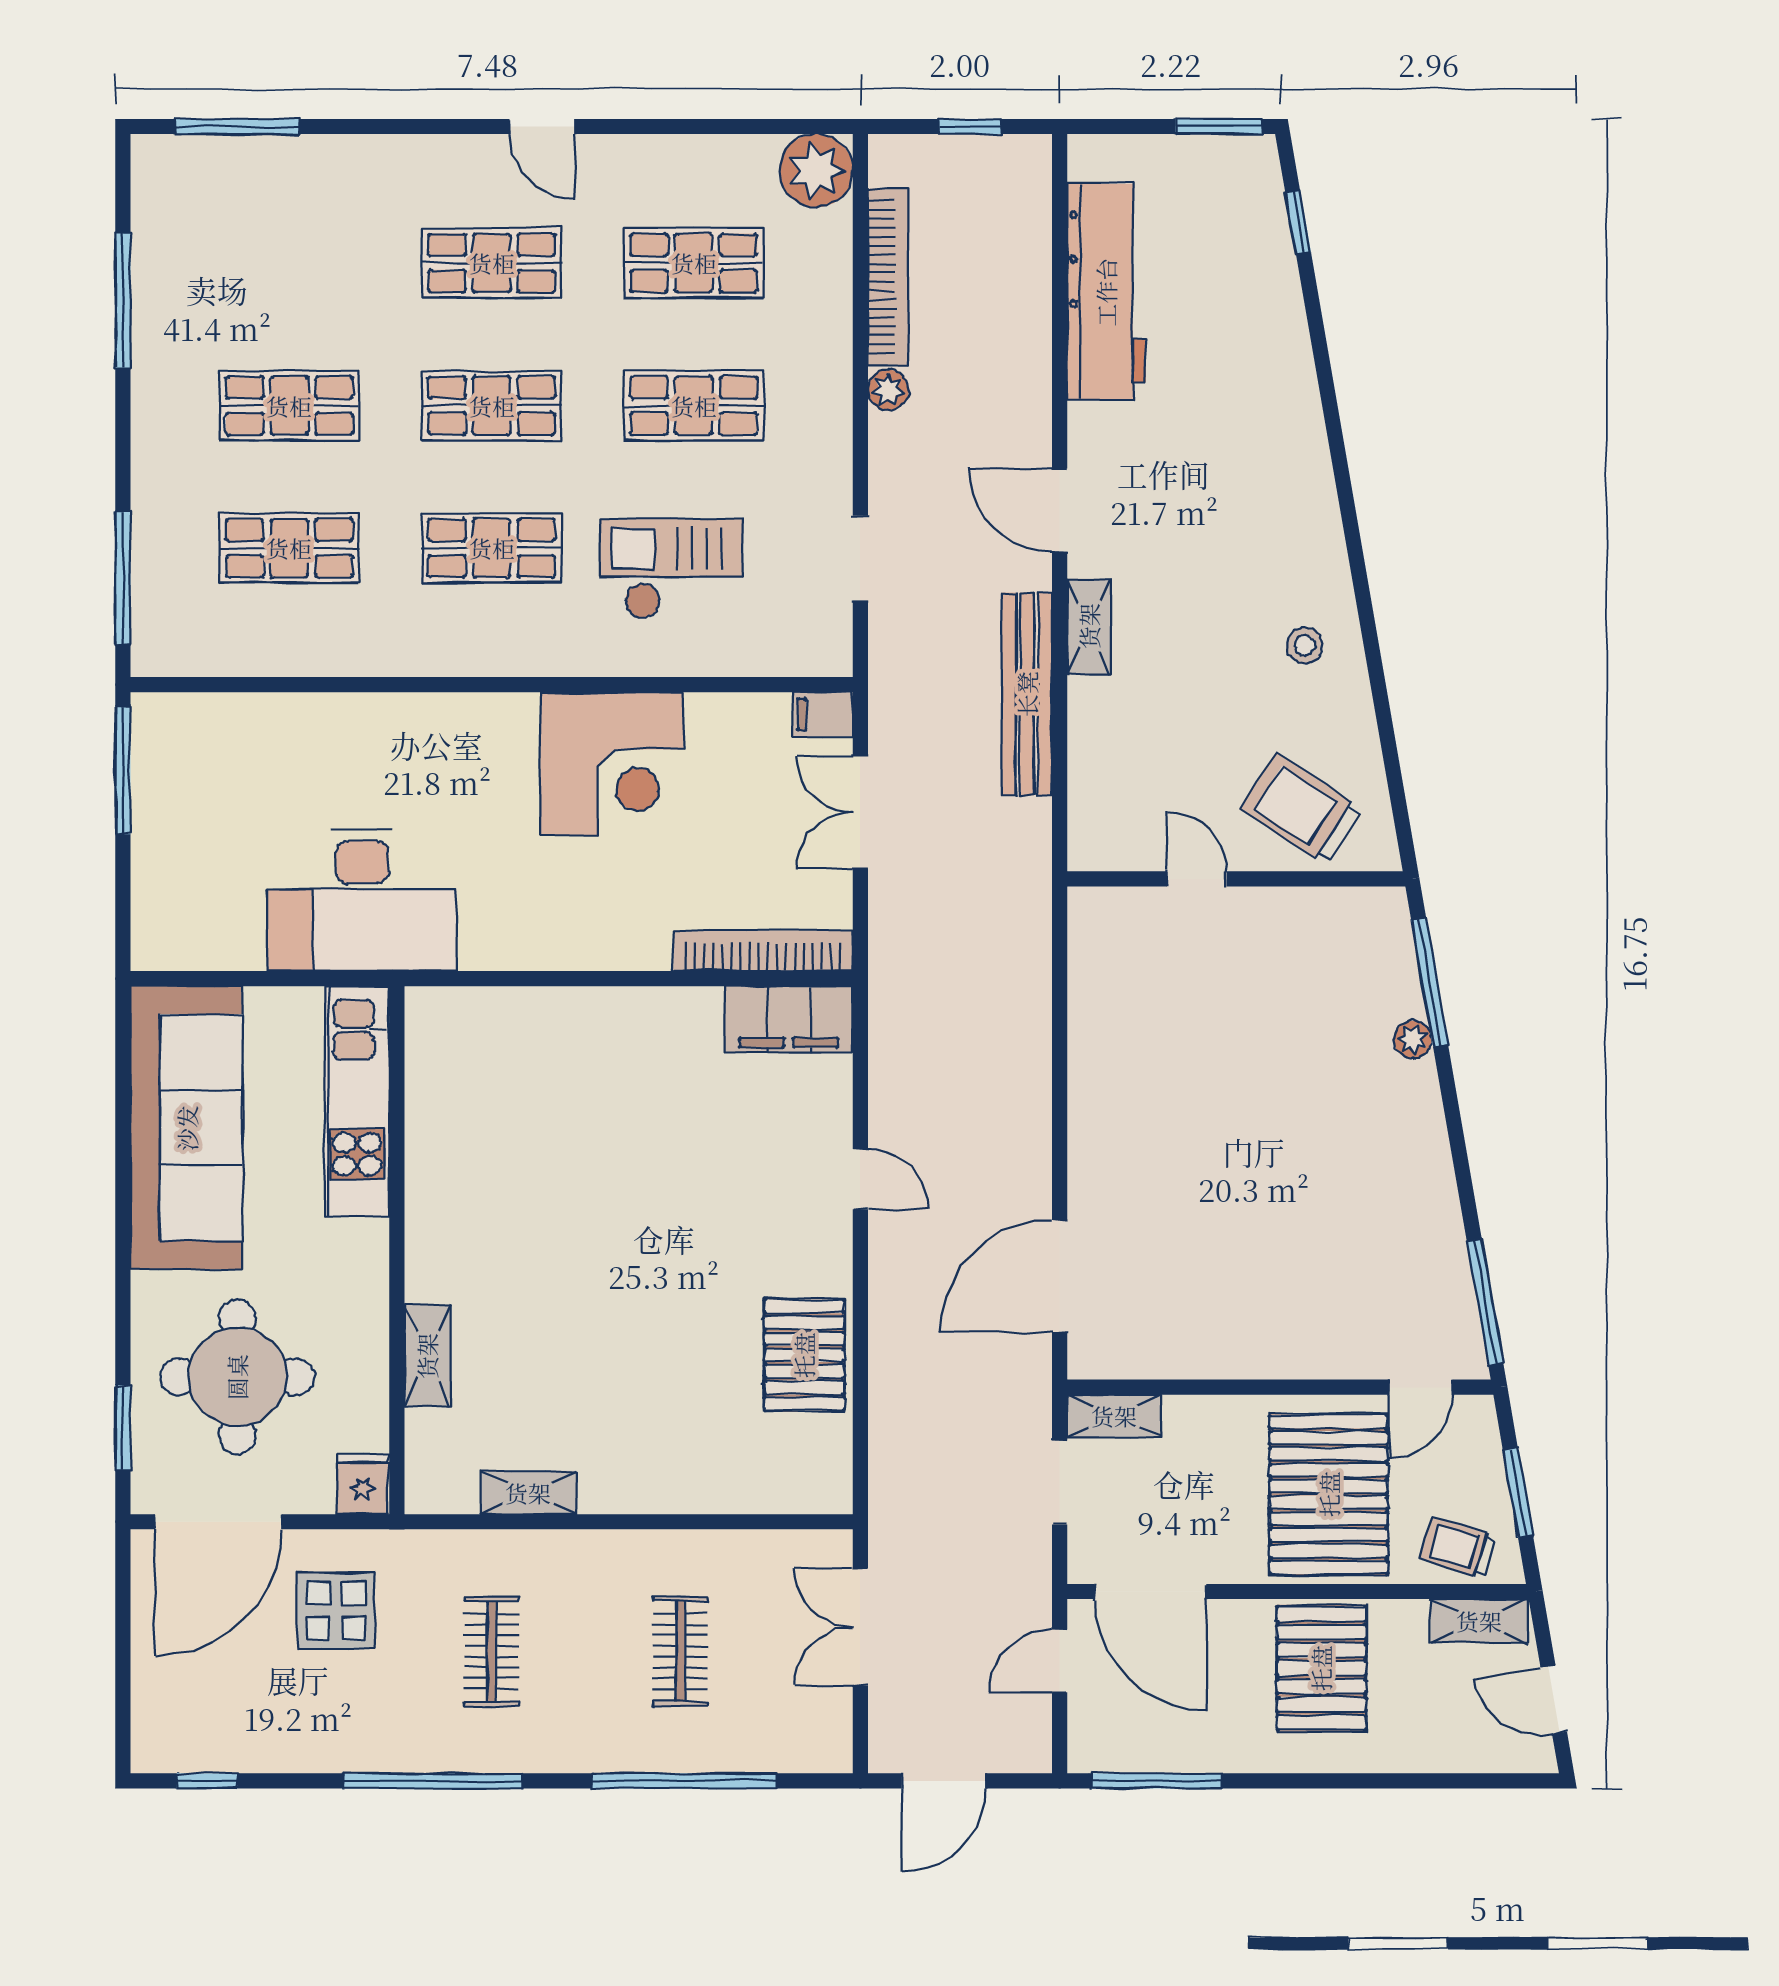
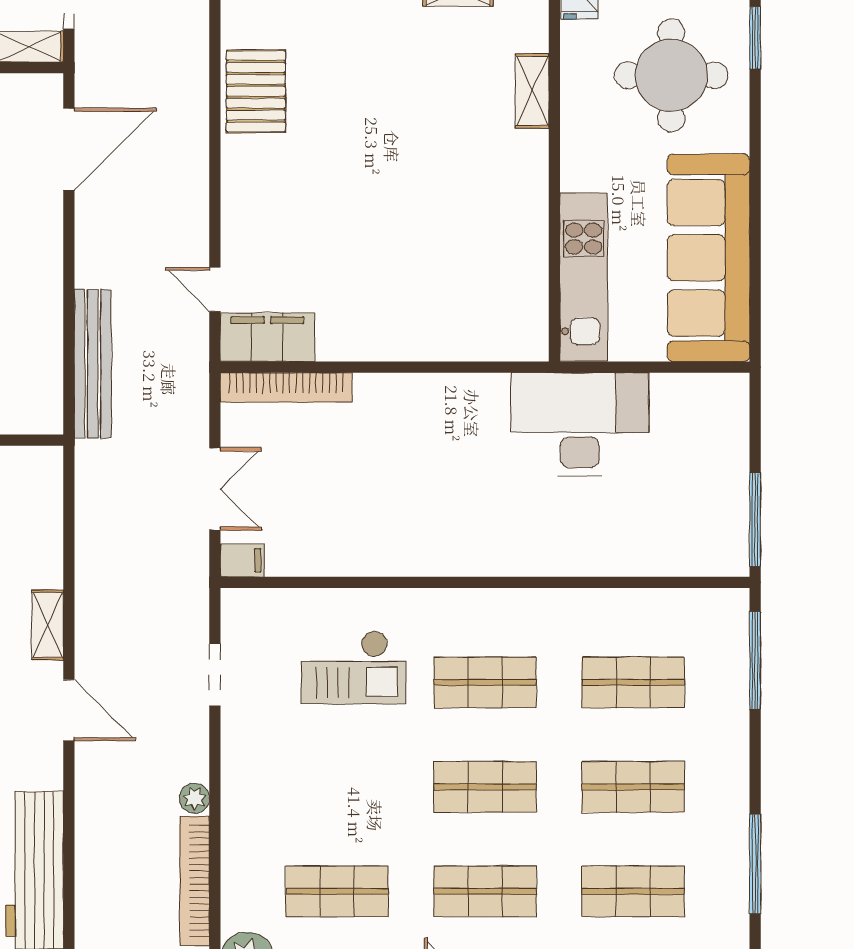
shop shelf: (694, 406) -> (633, 891), moved
bench: (1027, 694) -> (93, 364), moved
corner desk: (612, 764) -> (397, 525), removed
door: (860, 1179) -> (215, 289), moved

